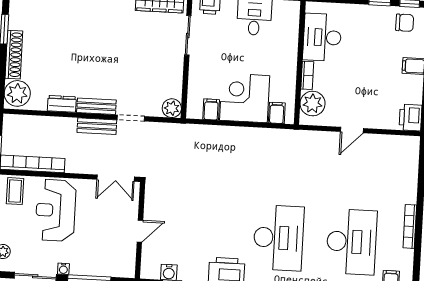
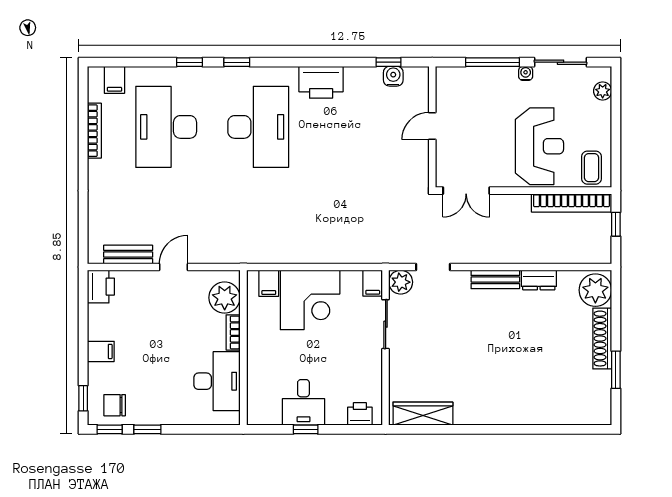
sliding door: (188, 35) -> (386, 324), moved
filing cabinet: (211, 109) -> (373, 283), moved
doorway: (131, 118) -> (433, 267), moved
bench: (97, 126) -> (128, 255), moved
double door: (116, 178) -> (466, 191), swing flipped
bookcase: (410, 226) -> (94, 131), moved
desk: (278, 238) -> (258, 127), turned 180

